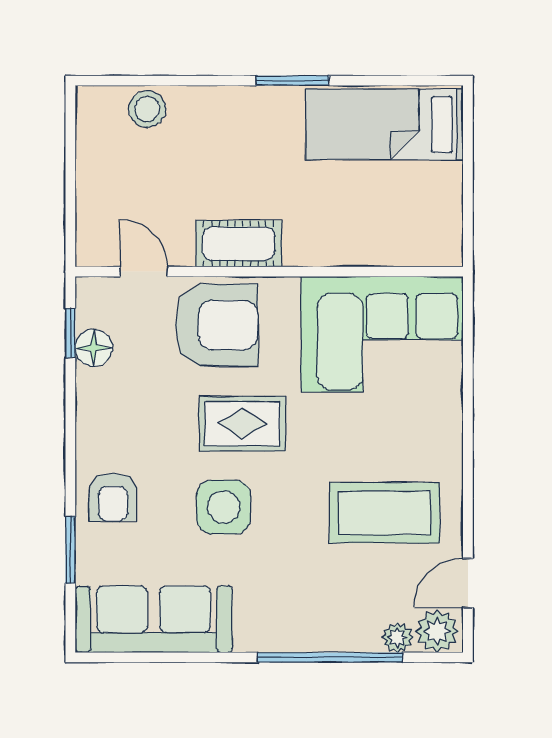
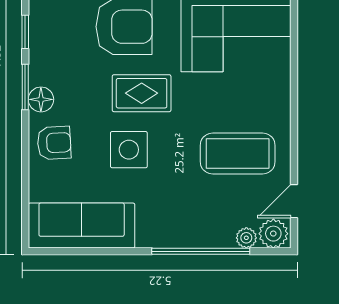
floor lamp: (94, 348) -> (41, 99), moved
armchair: (113, 497) -> (54, 143), turned -93
window: (70, 550) -> (25, 87), moved

